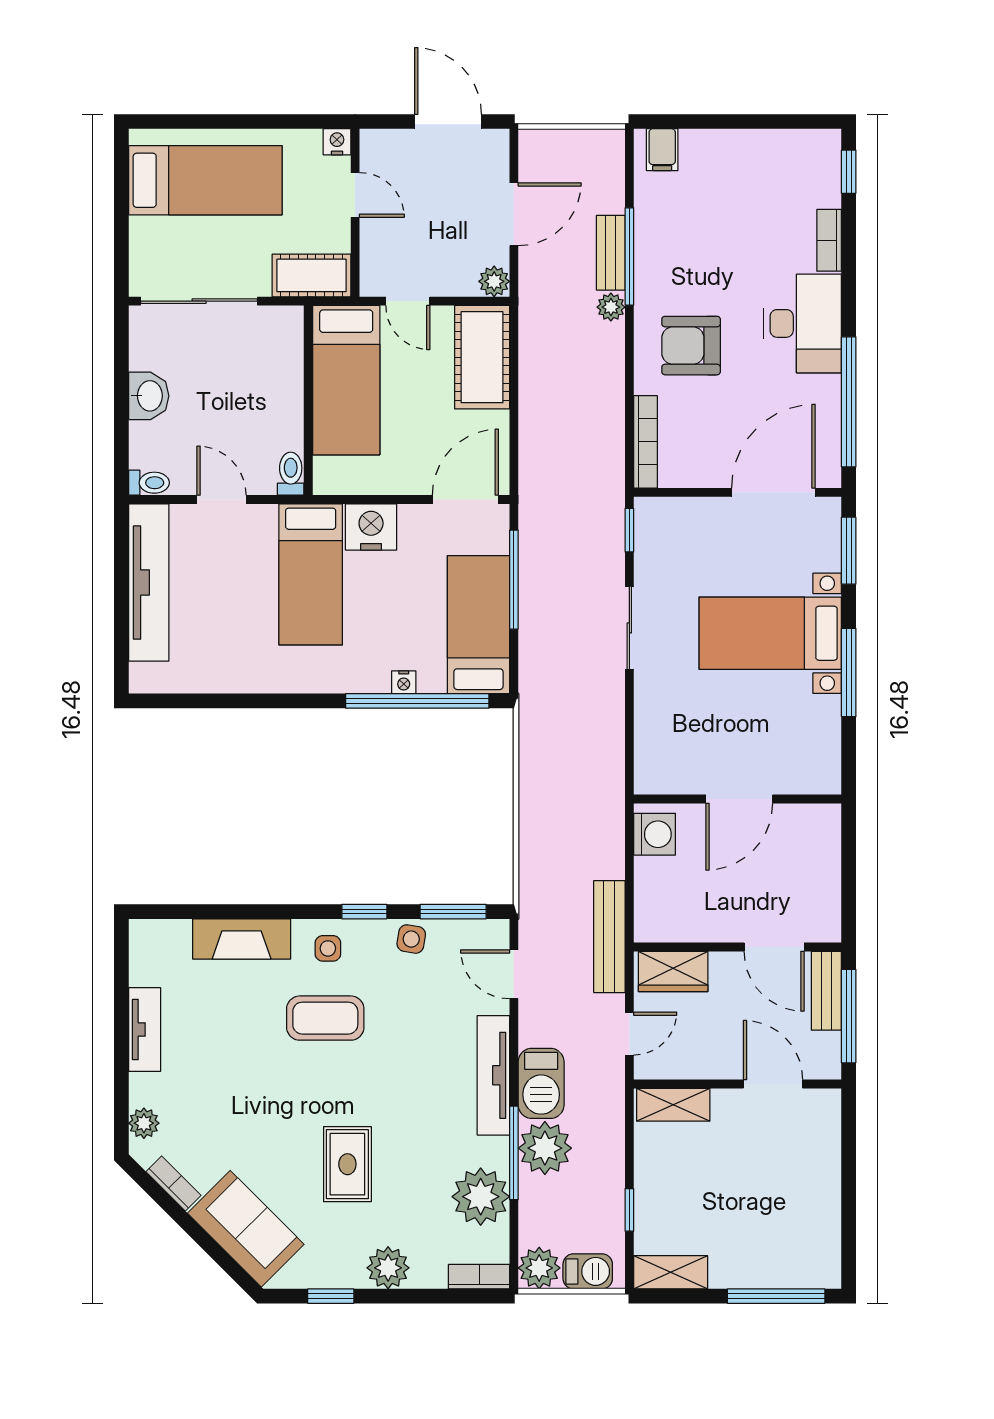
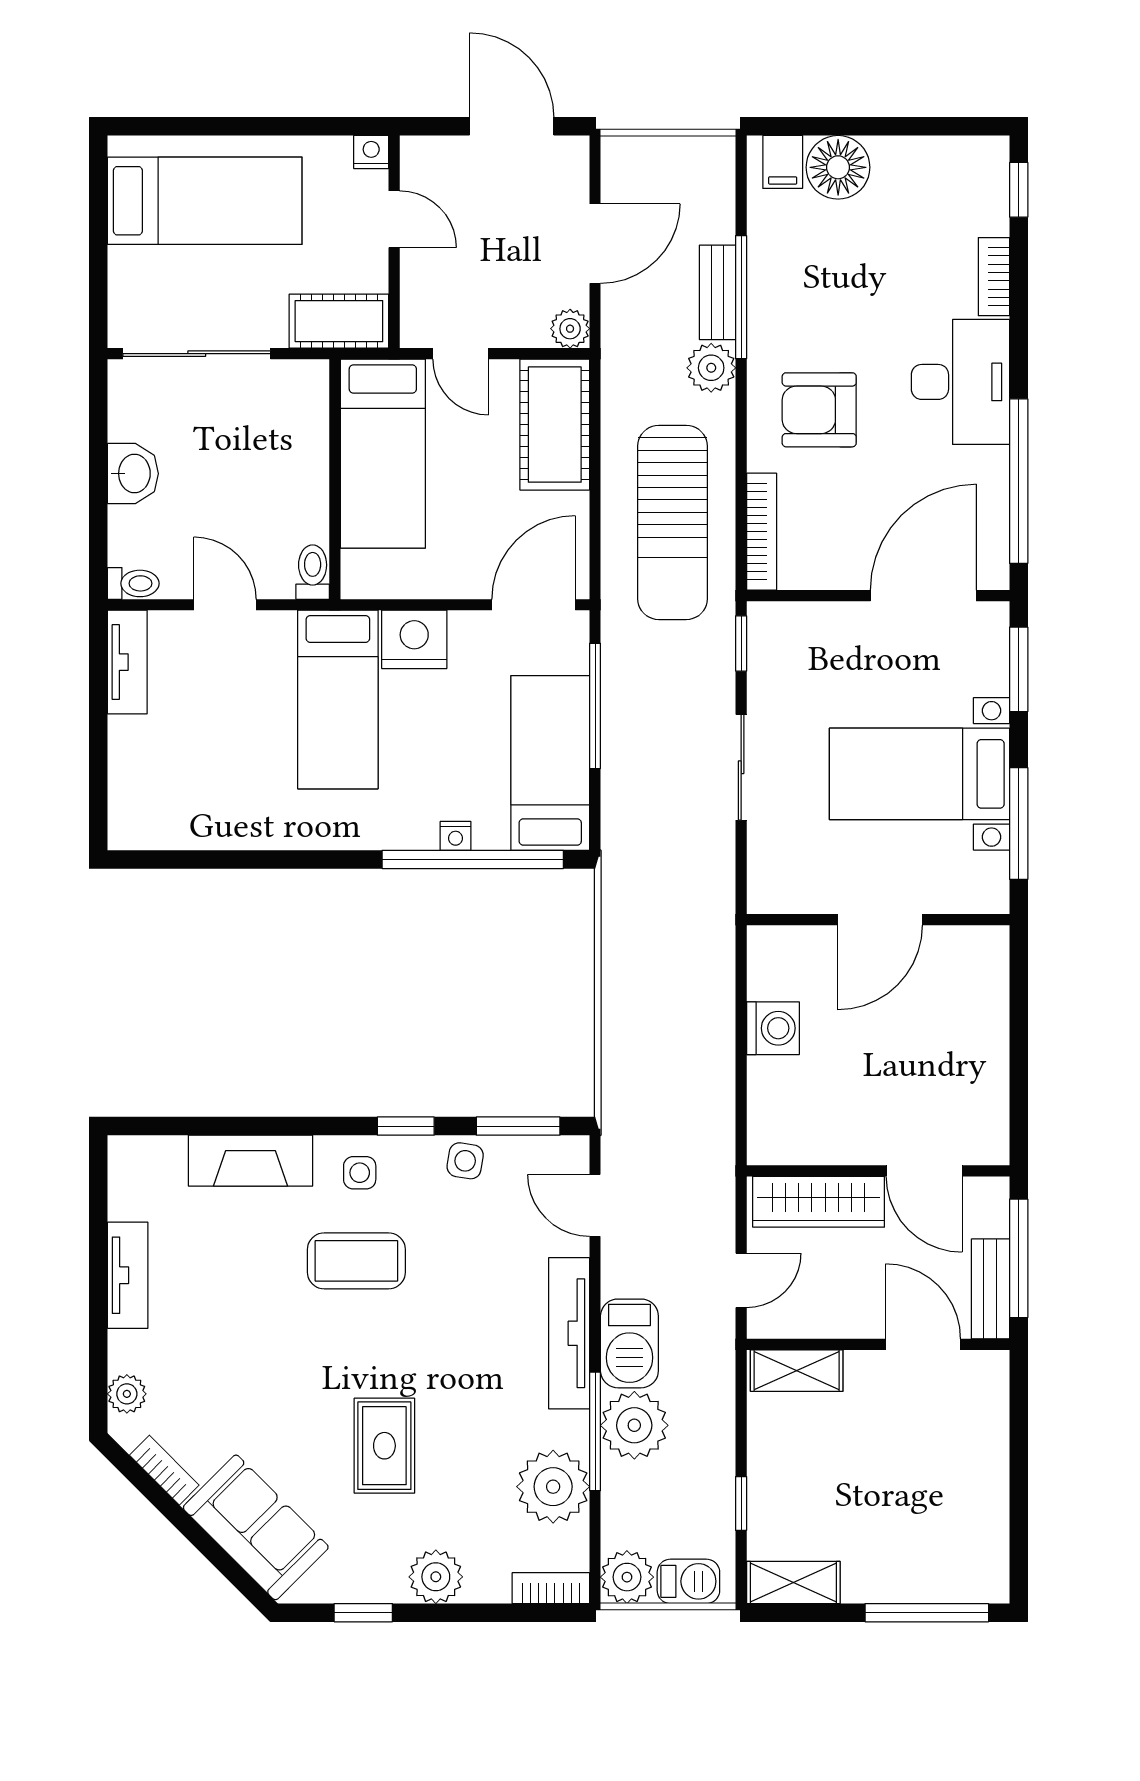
floor lamp: (706, 154) -> (838, 167), added
plant: (611, 307) -> (711, 368), width x1.38, depth x1.38
sun lounger: (575, 435) -> (673, 522), added
tv unit: (149, 583) -> (127, 662), width x0.52, depth x0.78
wall: (738, 799) -> (878, 920), moved
door: (739, 799) -> (880, 920), moved
bench: (609, 937) -> (716, 1158), removed
wardrobe: (673, 971) -> (819, 1202), width x1.50
bench: (826, 991) -> (990, 1289), moved

